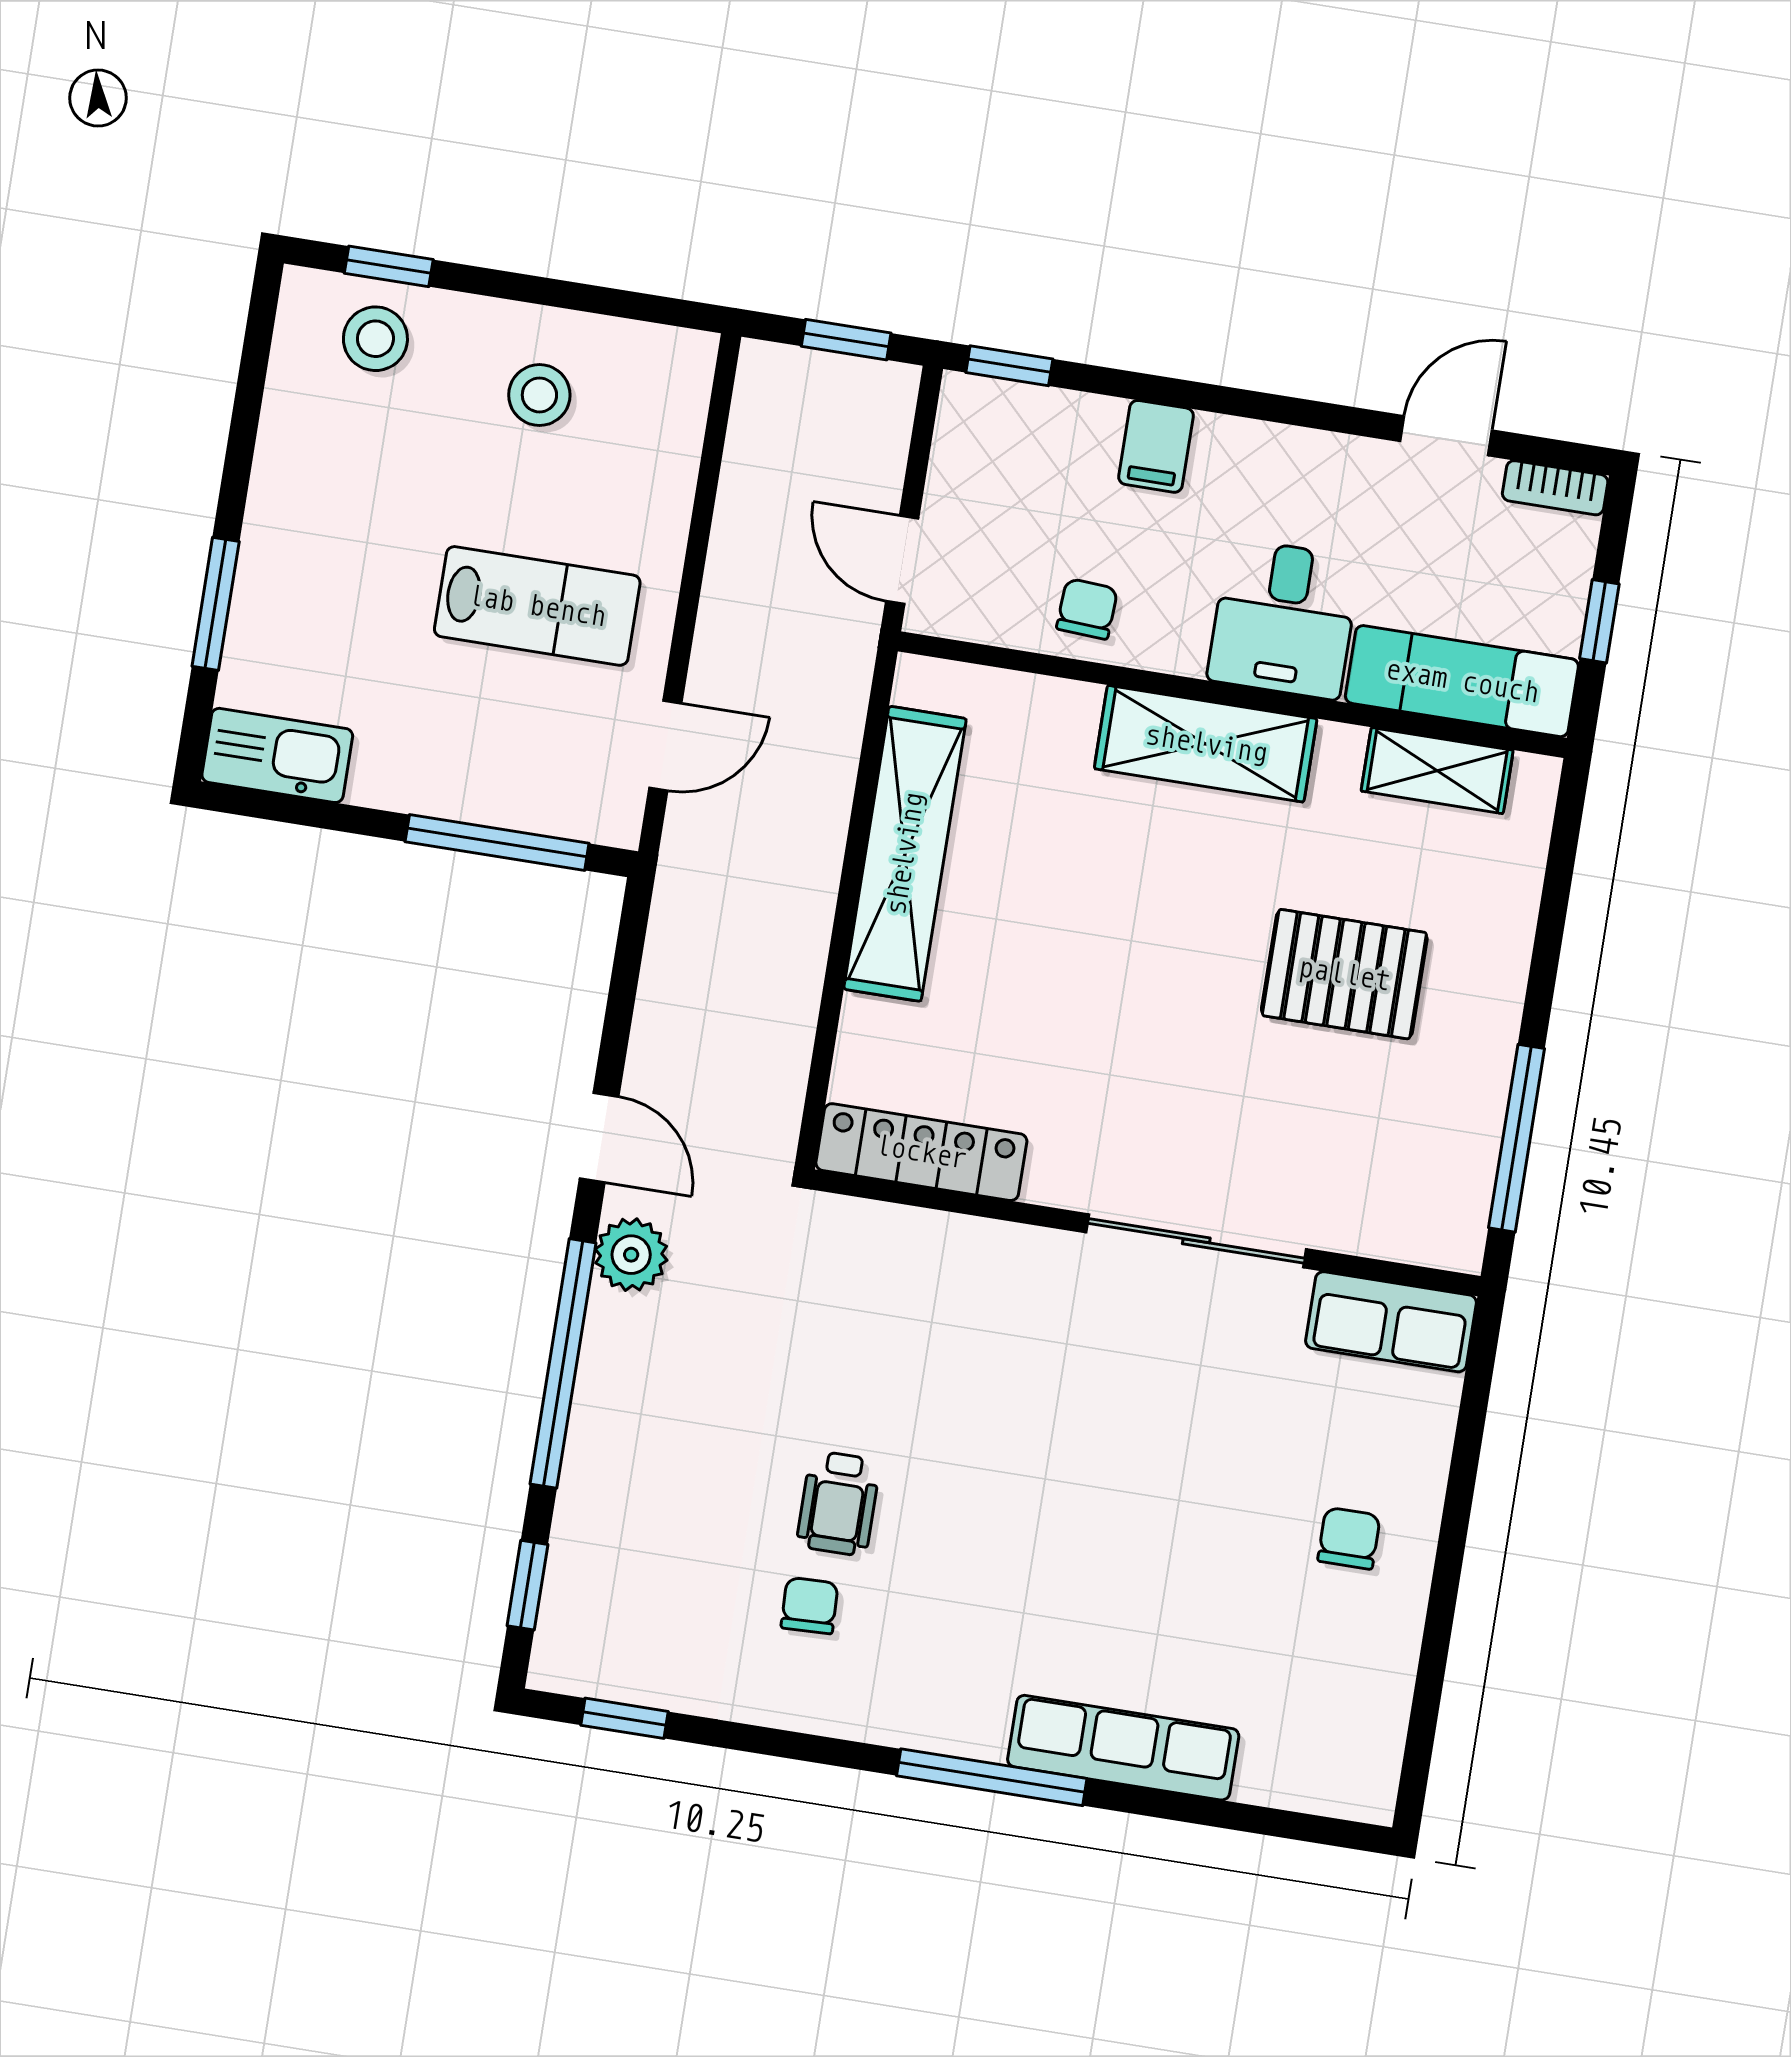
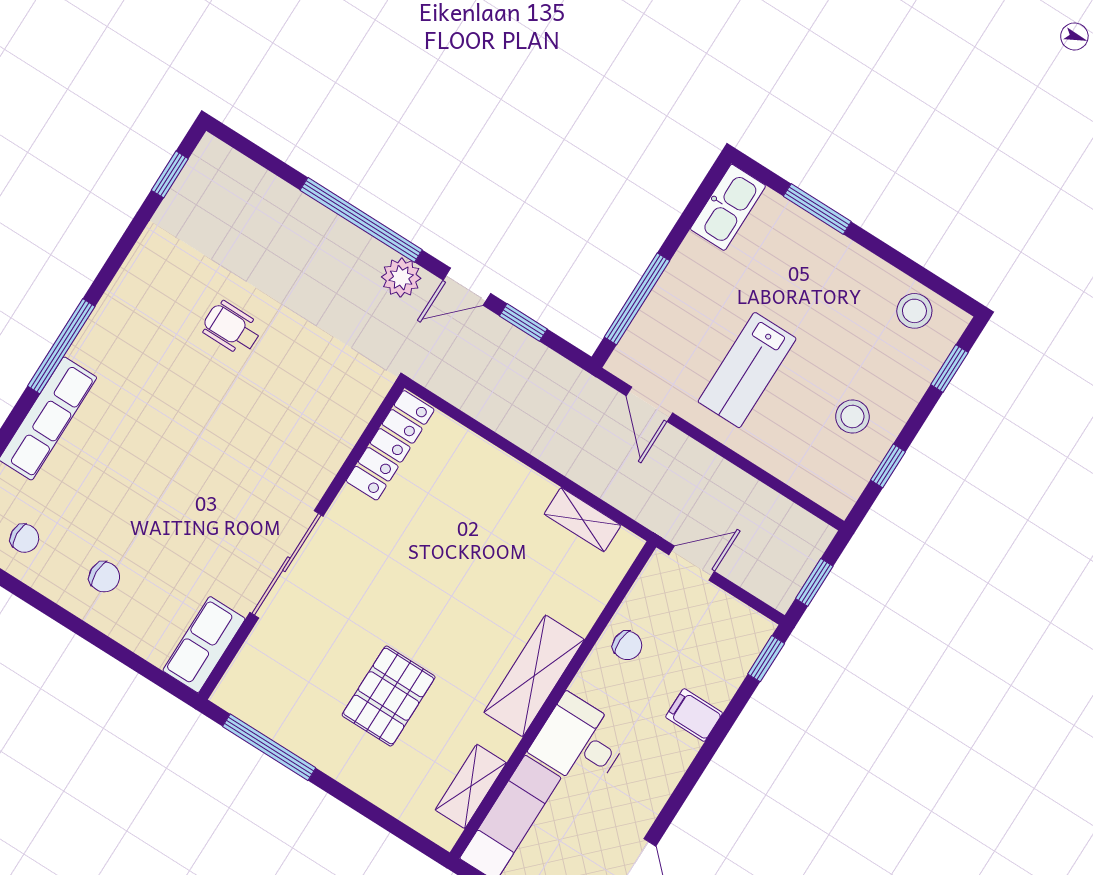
window: (597, 300) -> (888, 466), added
stool: (375, 339) -> (914, 311), moved
shelving: (905, 854) -> (582, 520), width x0.45, depth x0.75
window: (527, 1585) -> (523, 322), moved
chair: (810, 1606) -> (24, 538), moved

